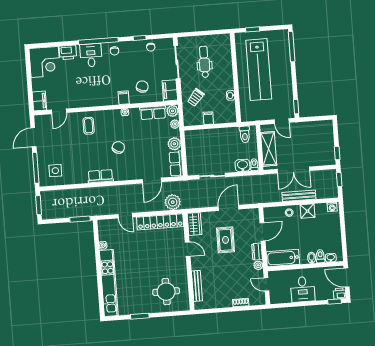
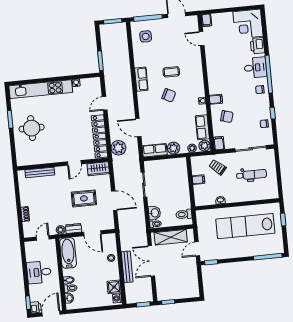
filing cabinet: (170, 90) -> (219, 143), width x0.50
filing cabinet: (39, 101) -> (206, 20), width x0.50
coffee table: (89, 126) -> (171, 72), moved
shower: (308, 211) -> (114, 287), moved
round table: (166, 292) -> (32, 128), moved

